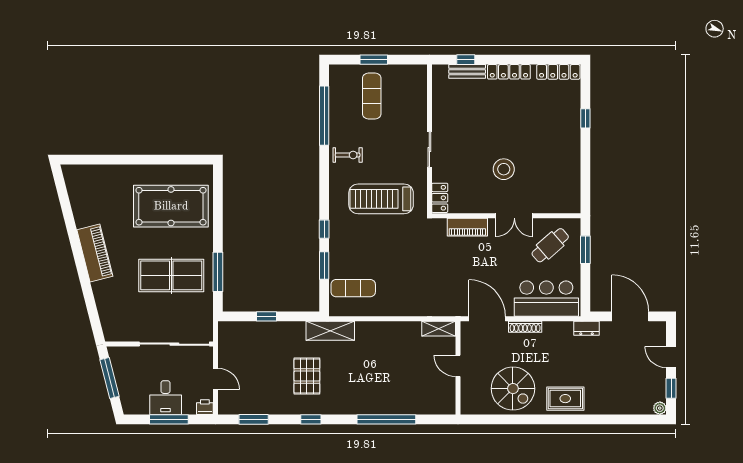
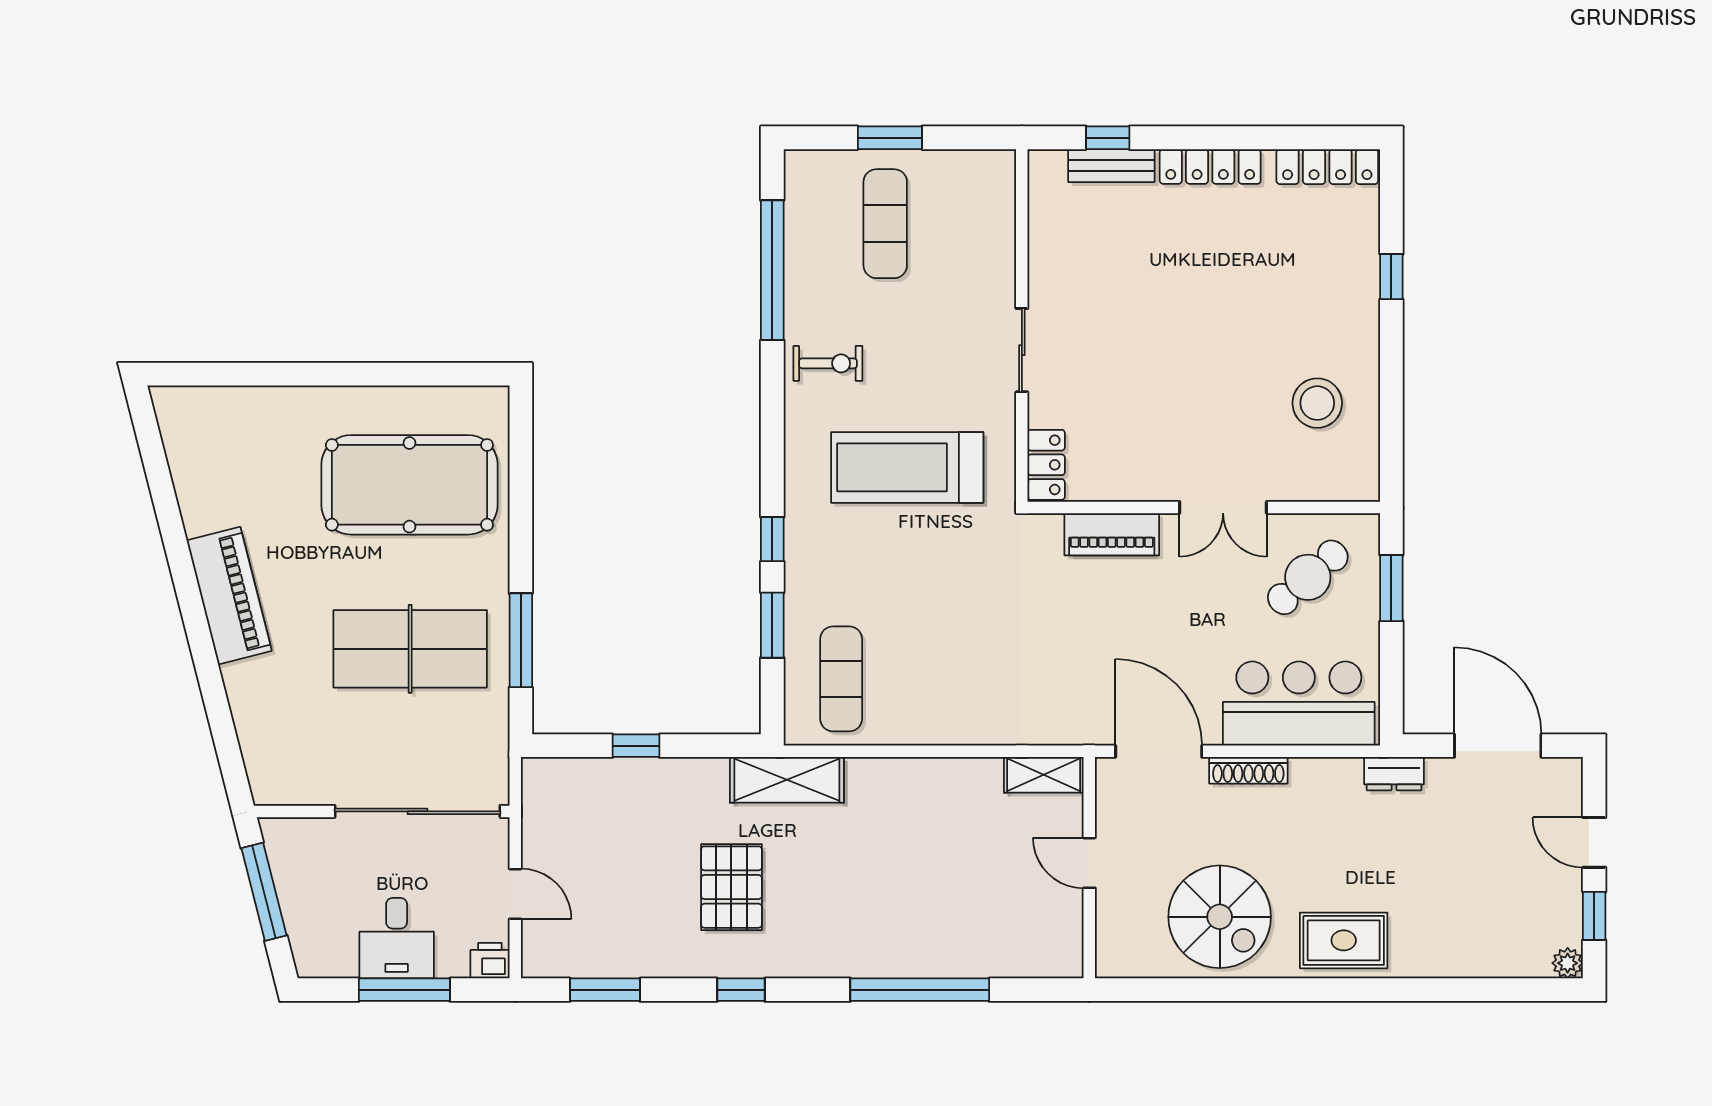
stool: (504, 169) -> (1317, 403), moved
exercise mat: (353, 288) -> (841, 679), turned 90

